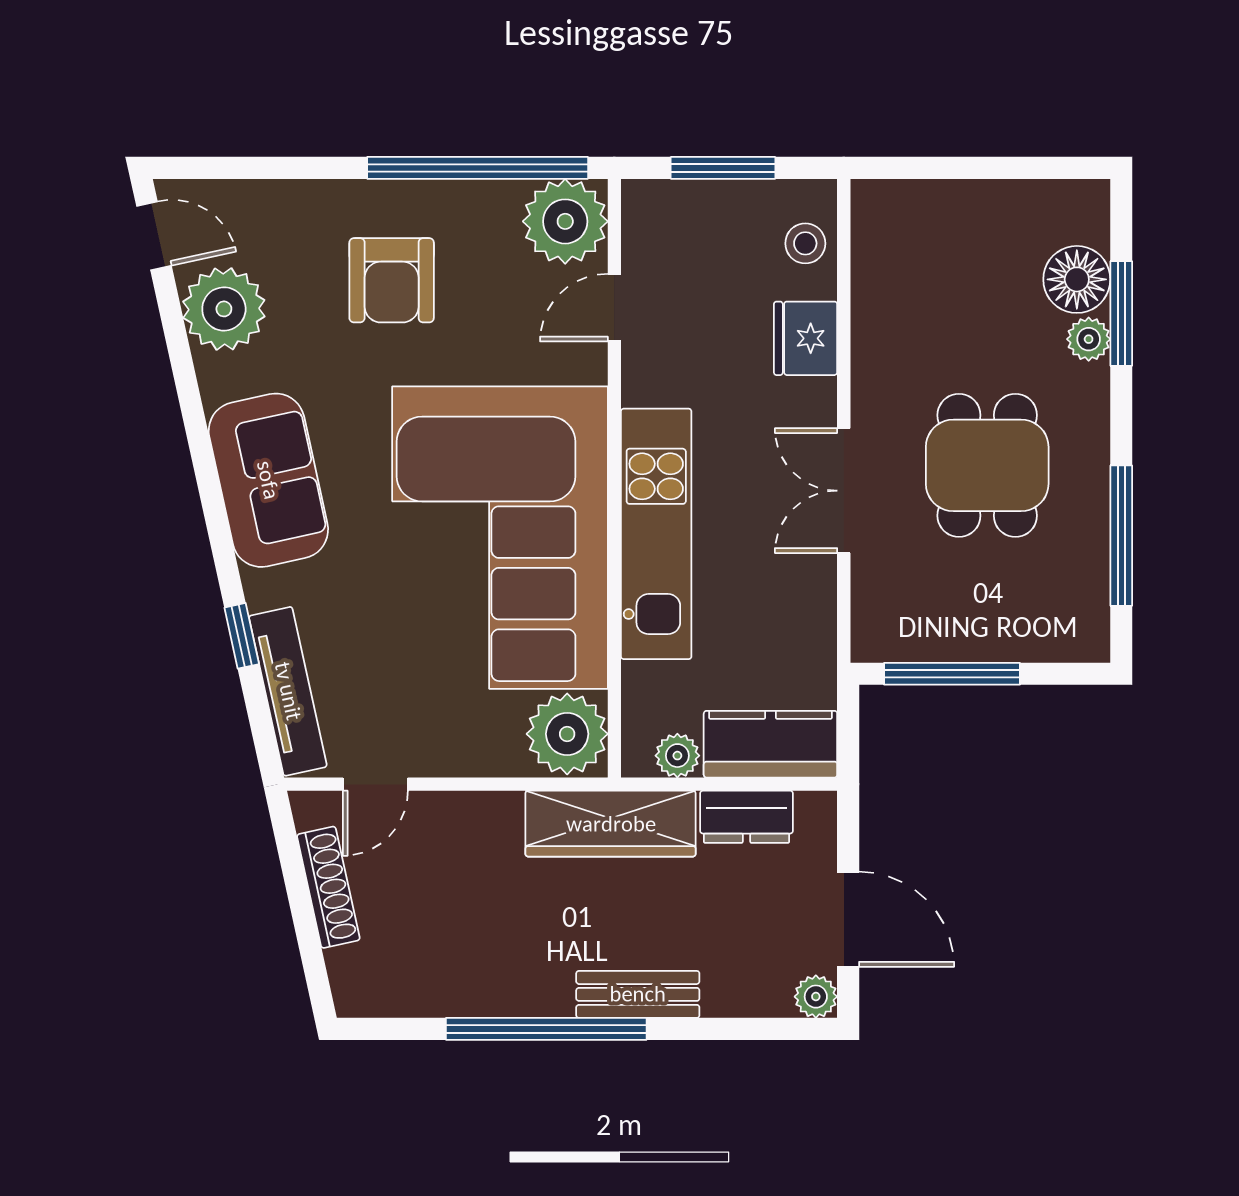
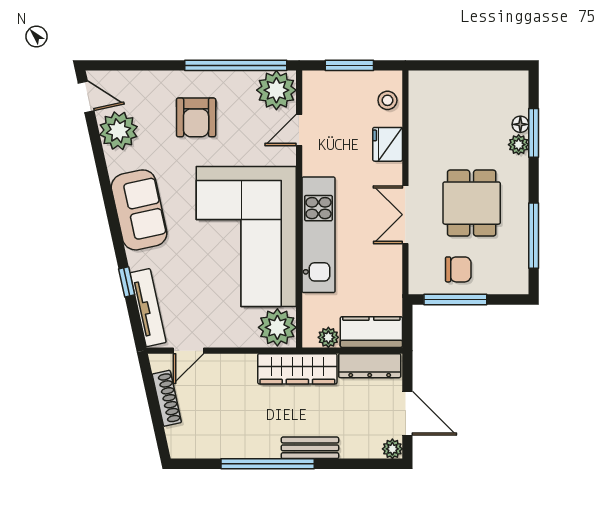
floor lamp: (1077, 279) -> (520, 124), width x0.53, depth x0.53
chair: (958, 609) -> (458, 269), added
dresser: (747, 817) -> (370, 366), width x1.44

